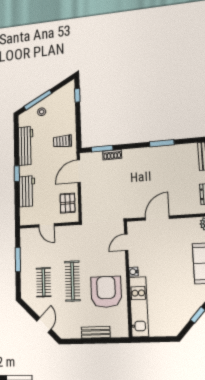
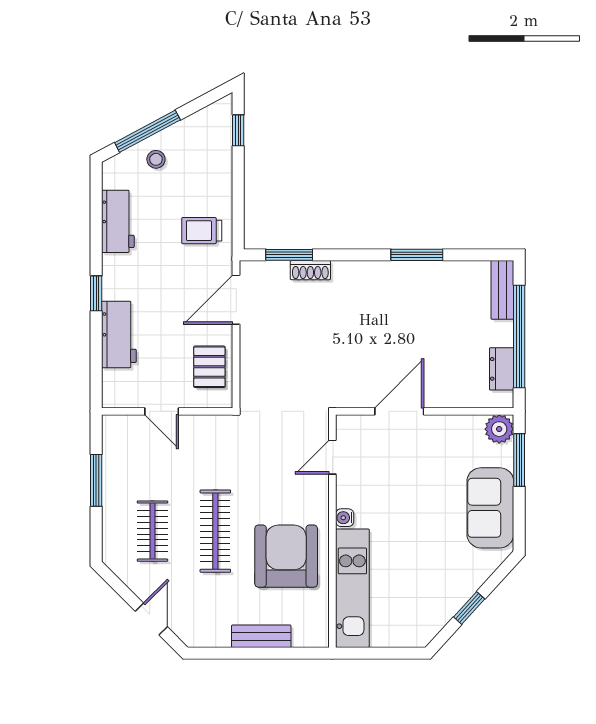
workbench: (26, 146) -> (118, 221), width x0.73

